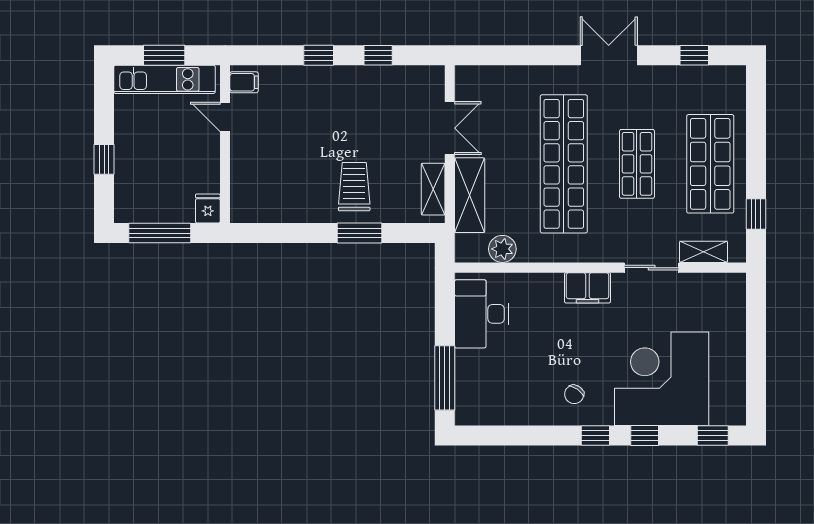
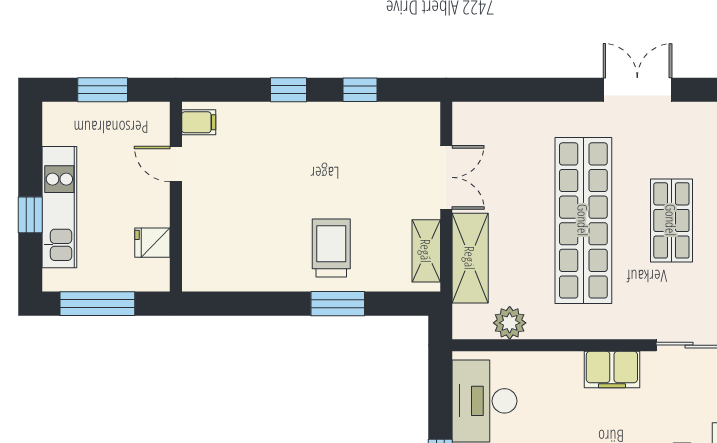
kitchen unit: (164, 79) -> (59, 207), moved, turned -90
fridge: (208, 209) -> (152, 243), moved, turned -90

